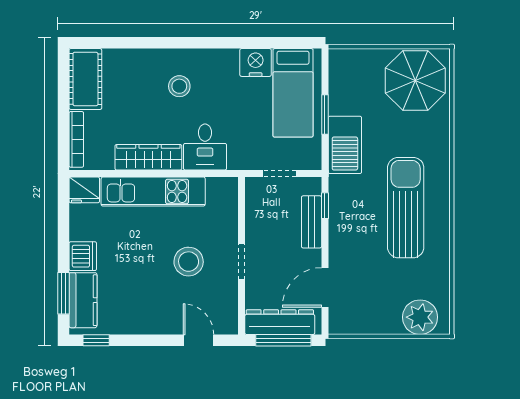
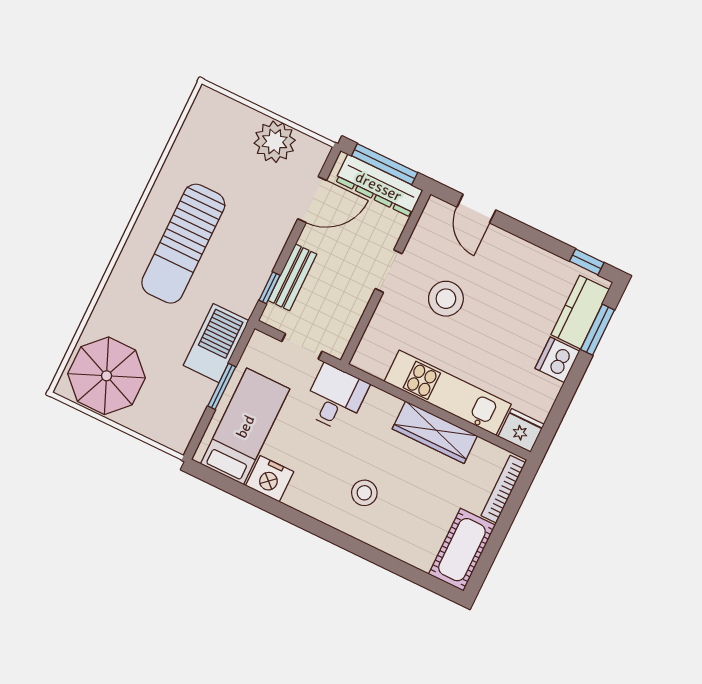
desk: (205, 147) -> (335, 398), moved
plant: (420, 317) -> (275, 142), moved

